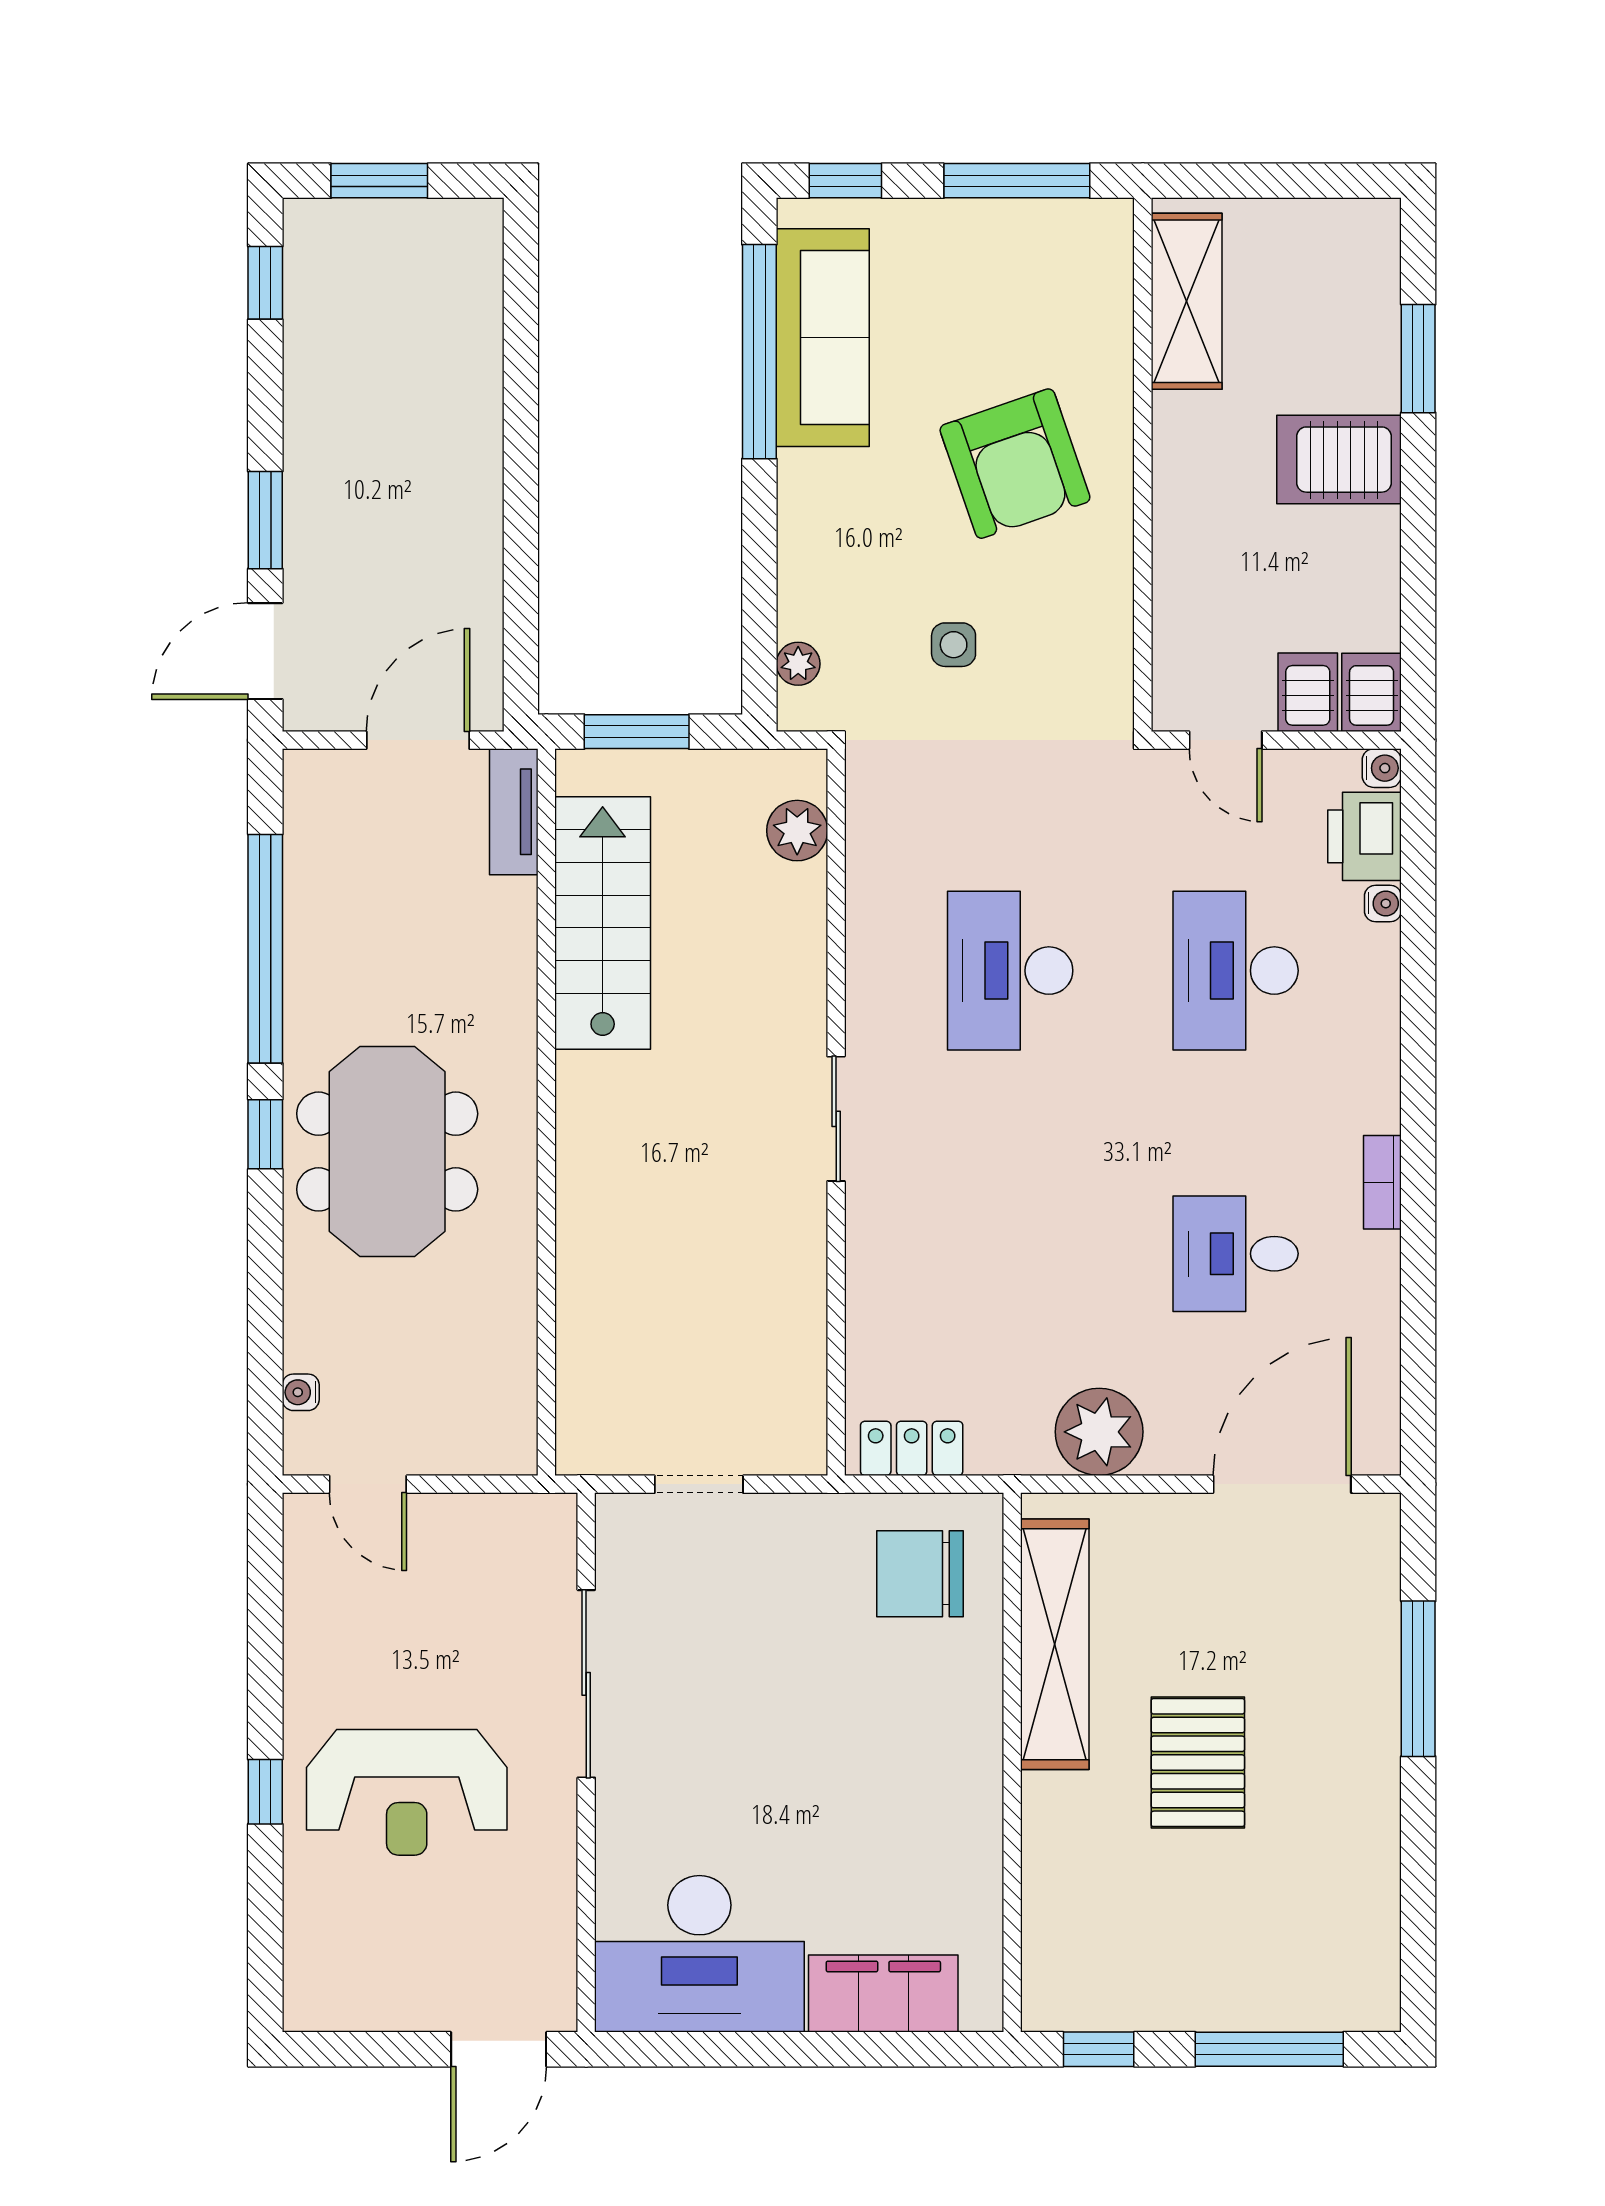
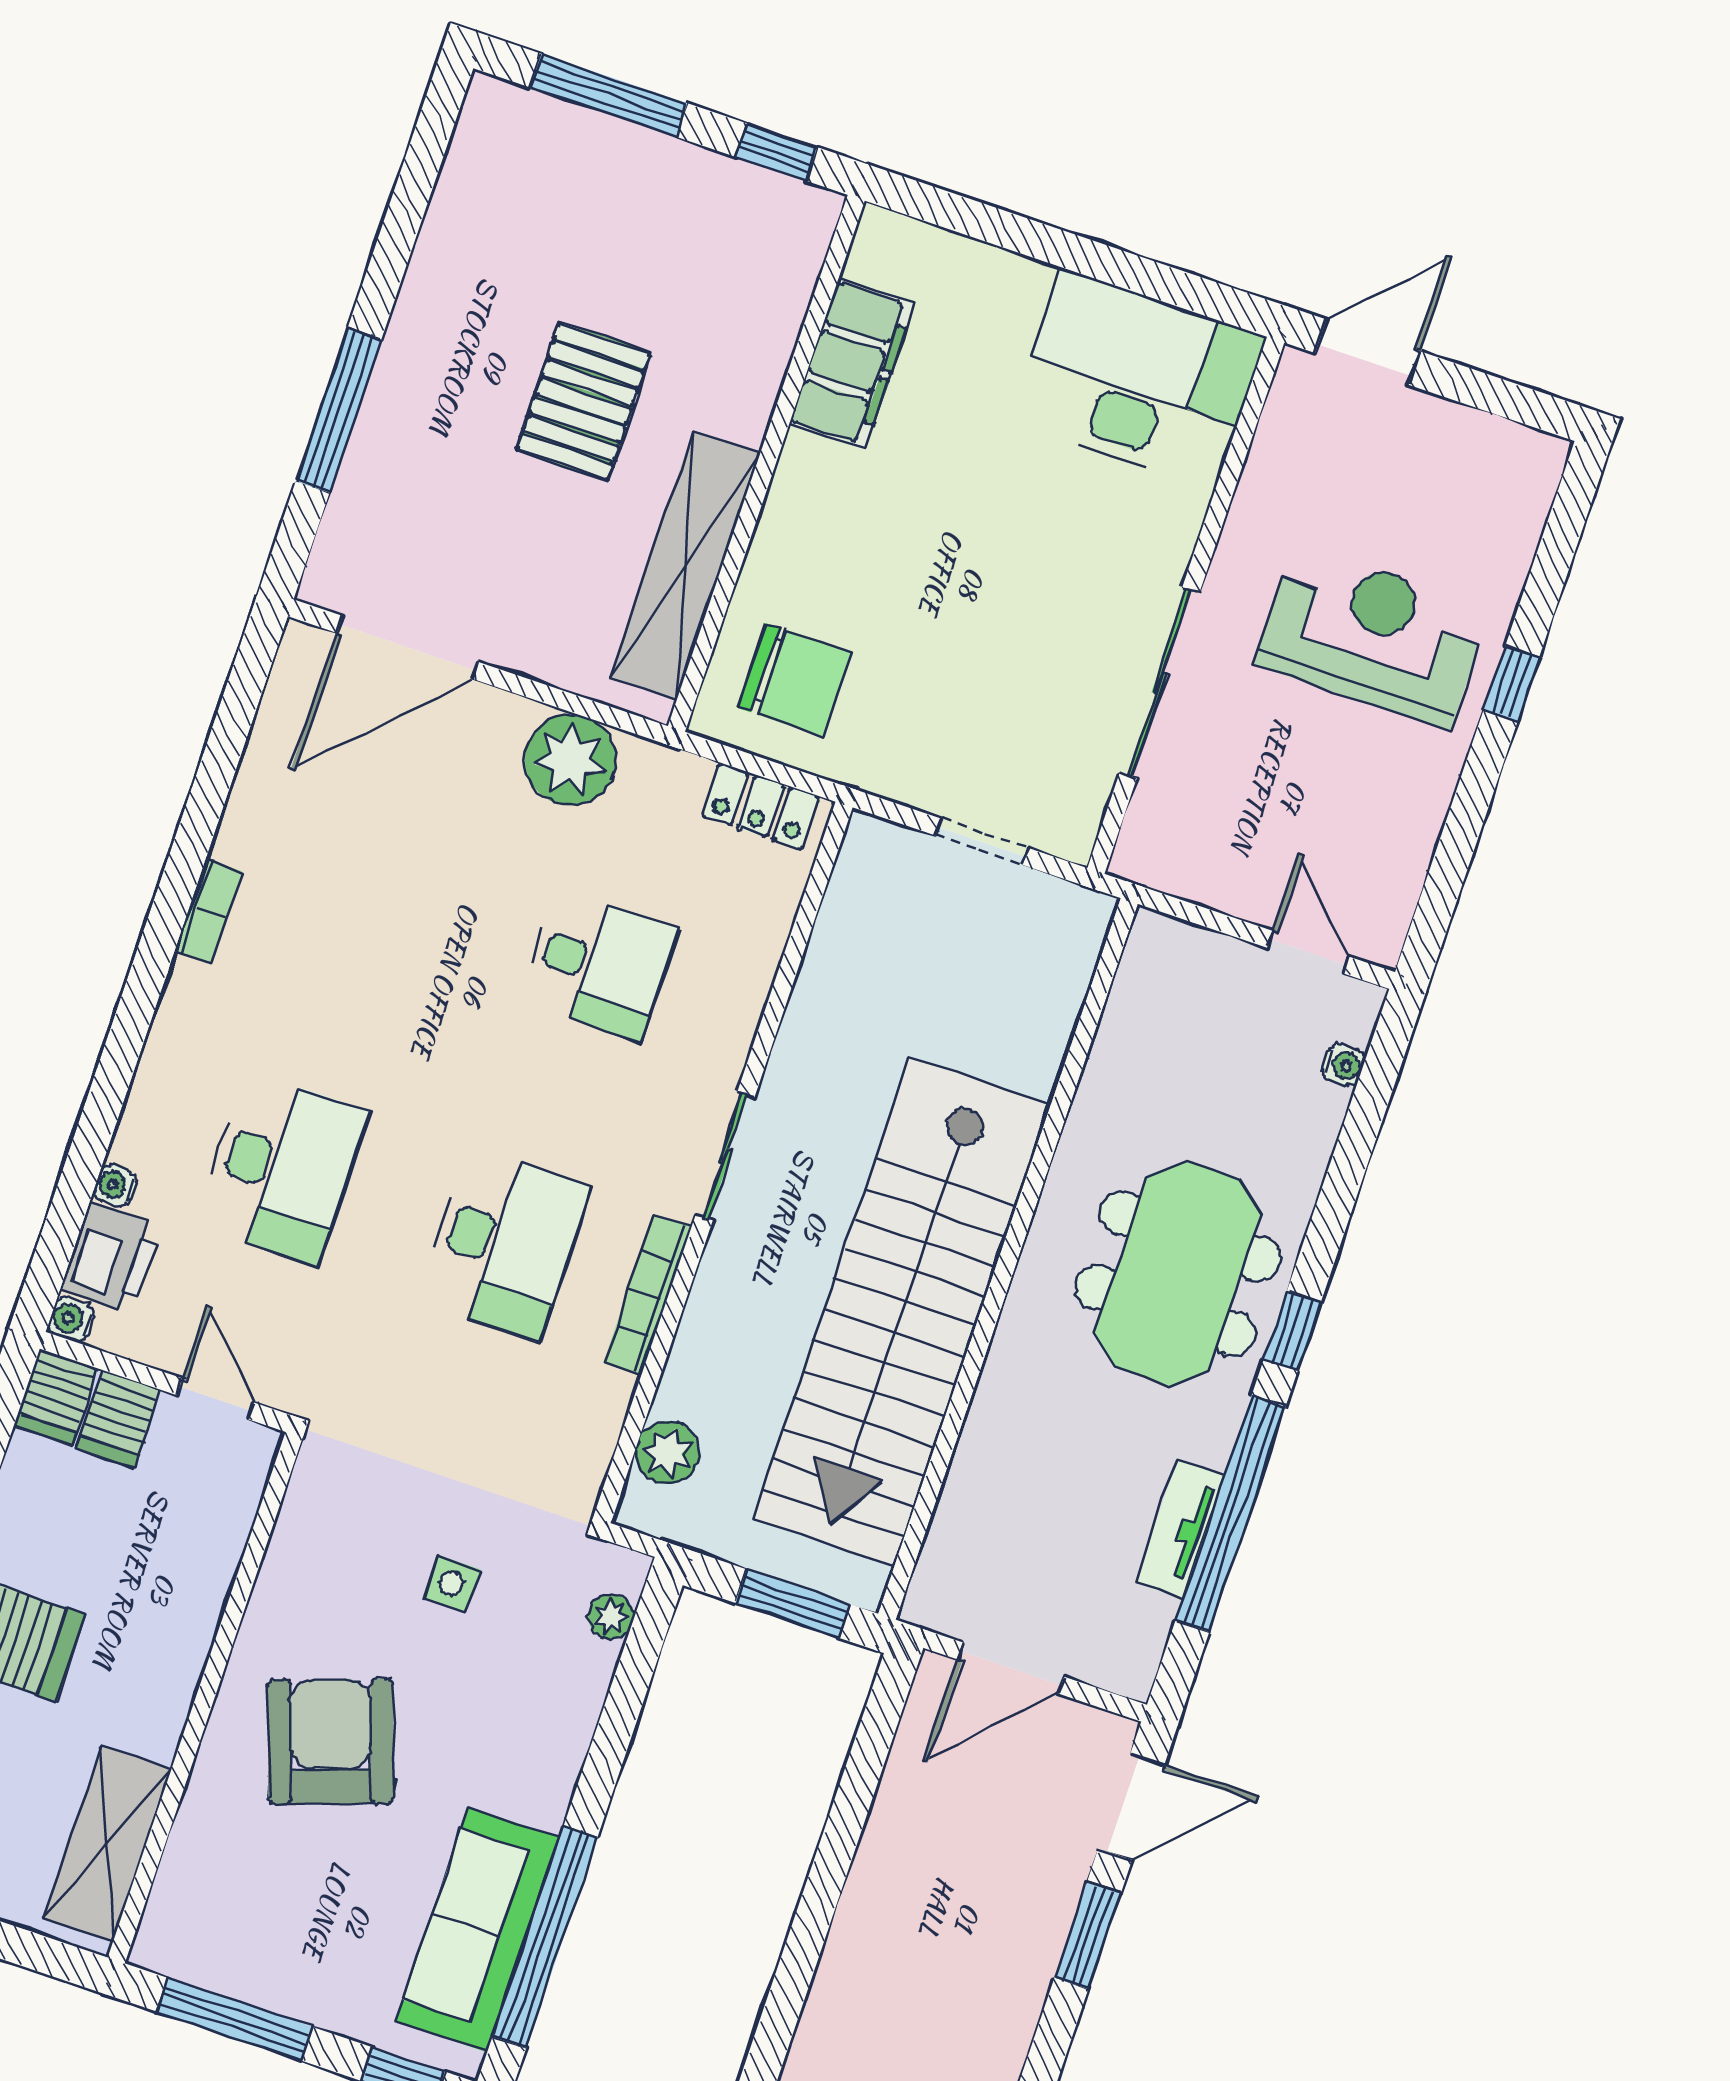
tv unit: (514, 812) -> (1180, 1529), moved, turned 180
stairs: (603, 923) -> (902, 1312), width x1.86, depth x1.51
bookcase: (864, 968) -> (648, 1295), added
desk: (1236, 1254) -> (599, 965), moved
filing cabinet: (883, 1994) -> (852, 364), moved, turned -90

